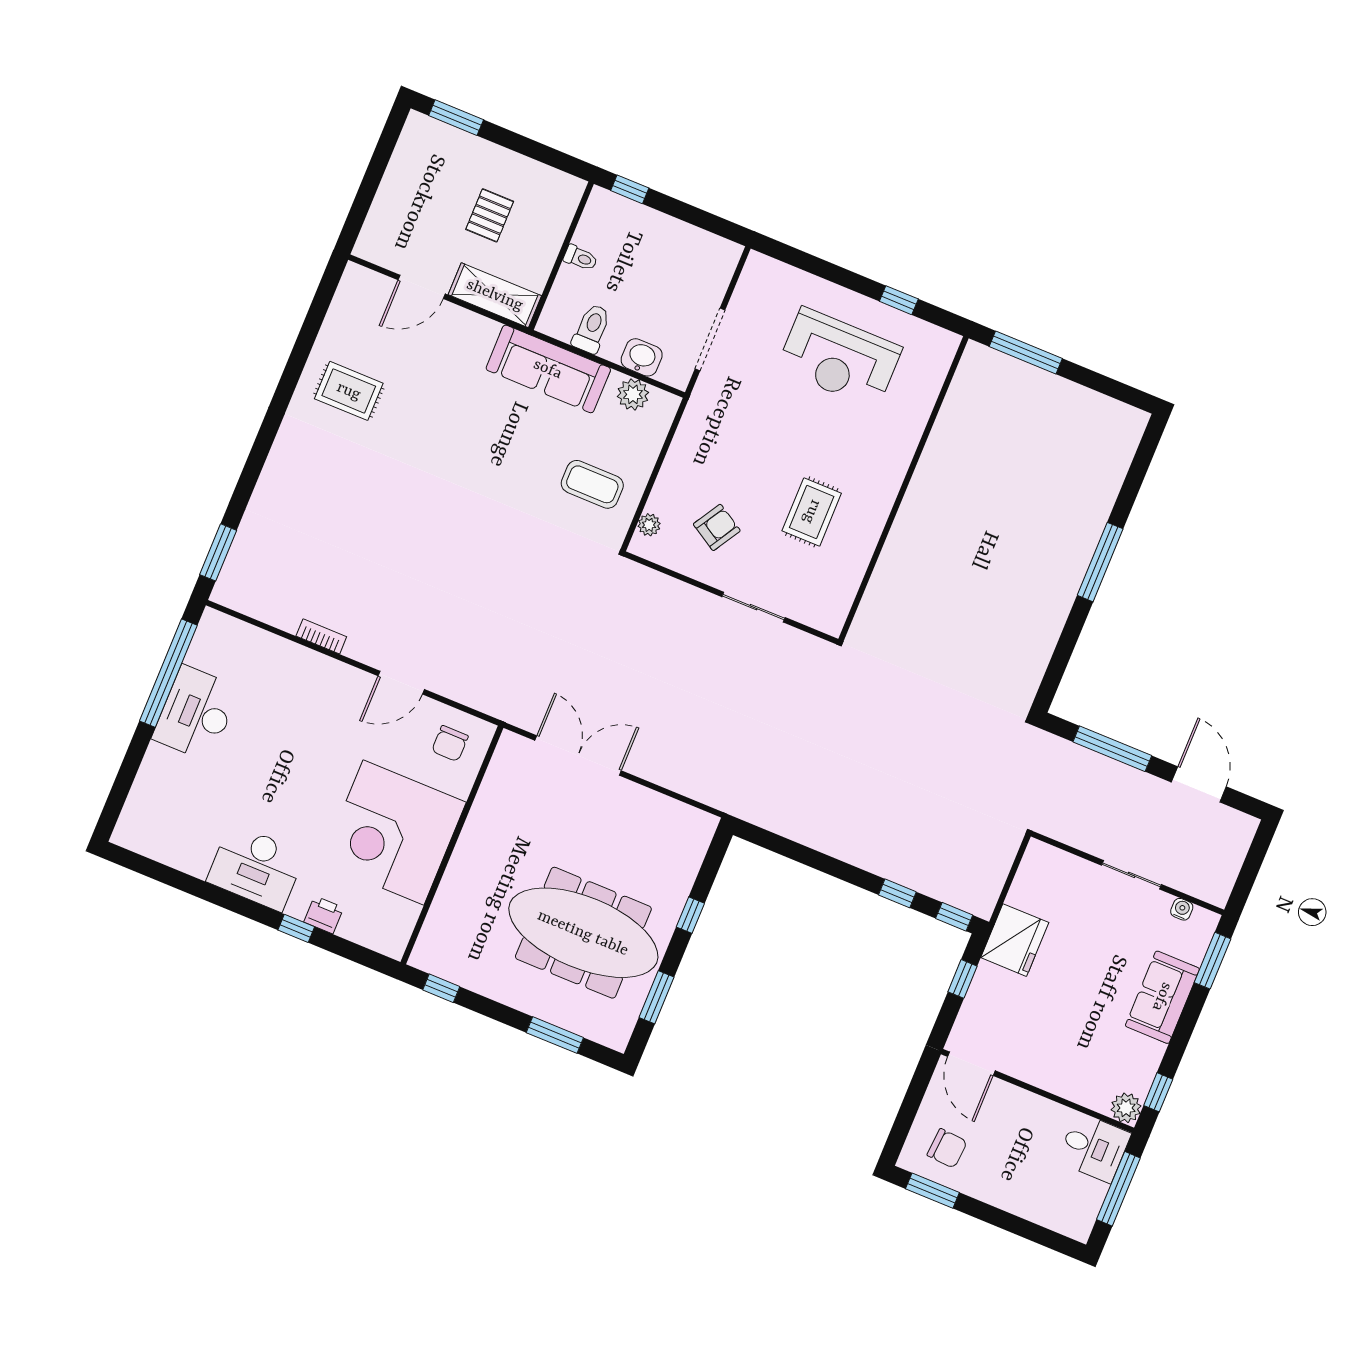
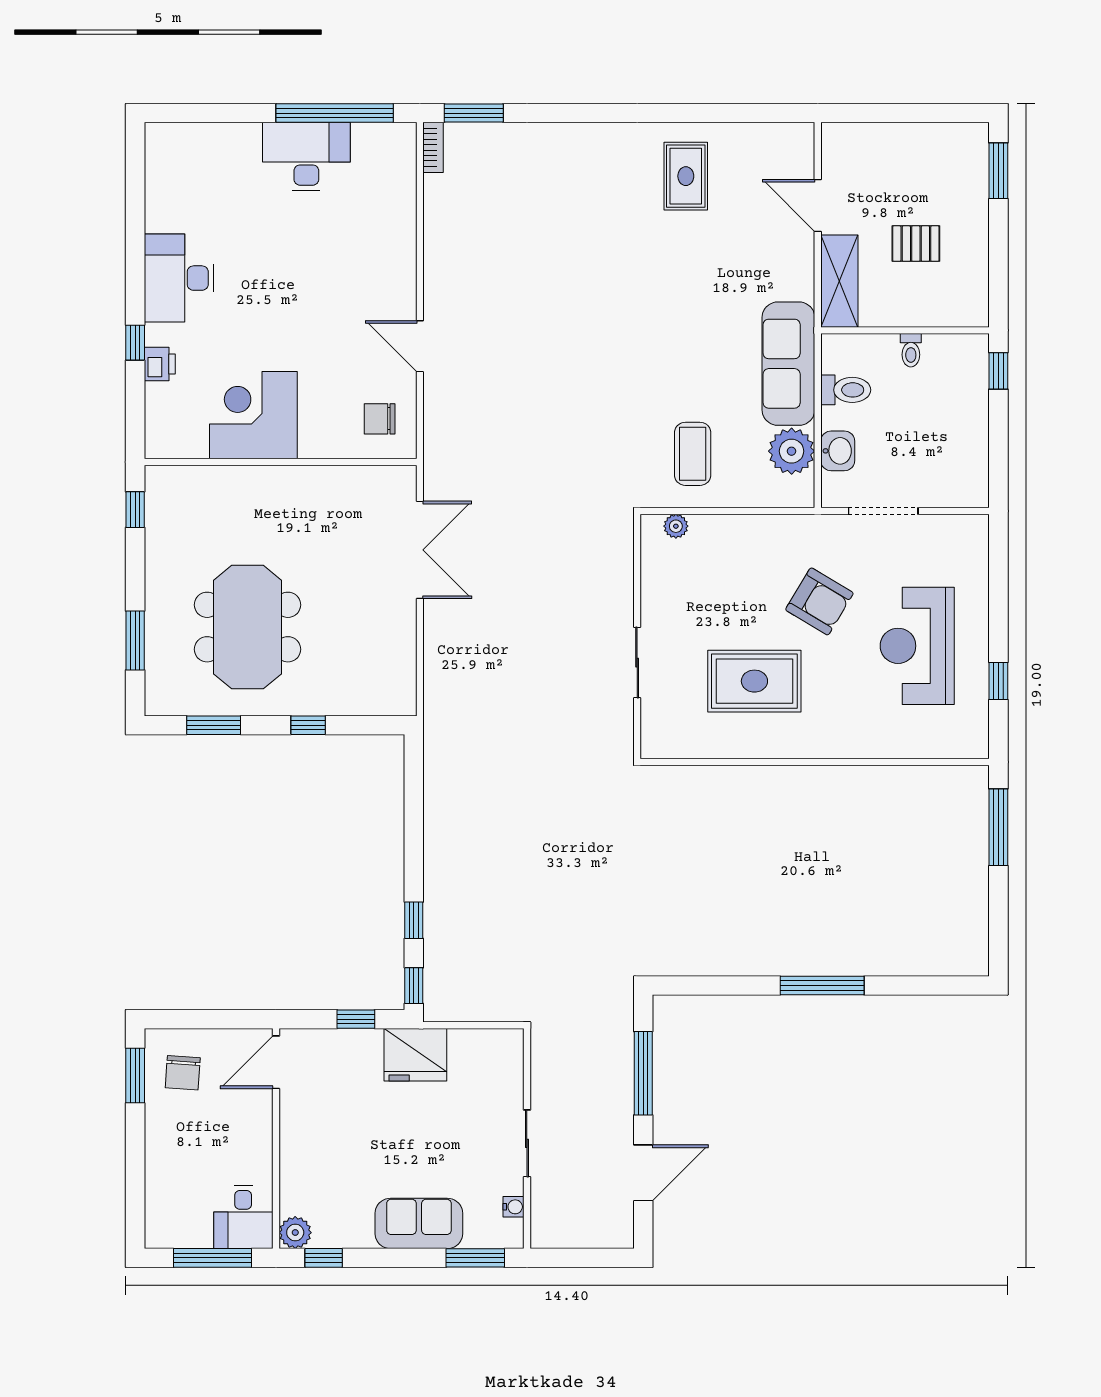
plant: (633, 394) -> (792, 451), width x1.36, depth x1.36
rug: (812, 512) -> (754, 681), width x1.36, depth x1.43
armchair: (717, 527) -> (819, 601), moved, width x1.38, depth x1.38
bookcase: (321, 636) -> (433, 147), moved
corner desk: (394, 833) -> (253, 415), width x0.74, depth x0.74
meeting table: (583, 933) -> (247, 627), width x0.73

